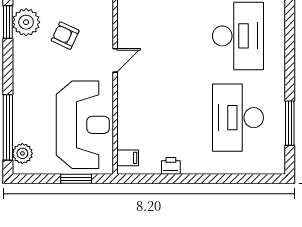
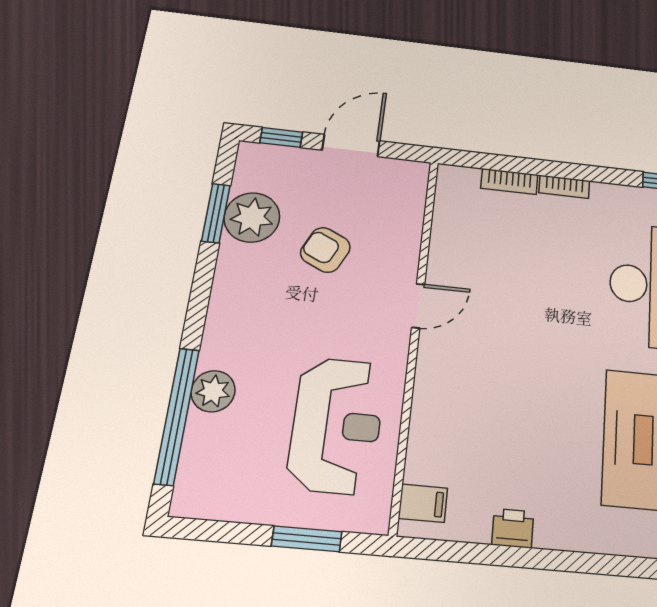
reception desk: (83, 125) -> (337, 425), width x0.74, depth x0.77
plant: (22, 153) -> (213, 391), moved

